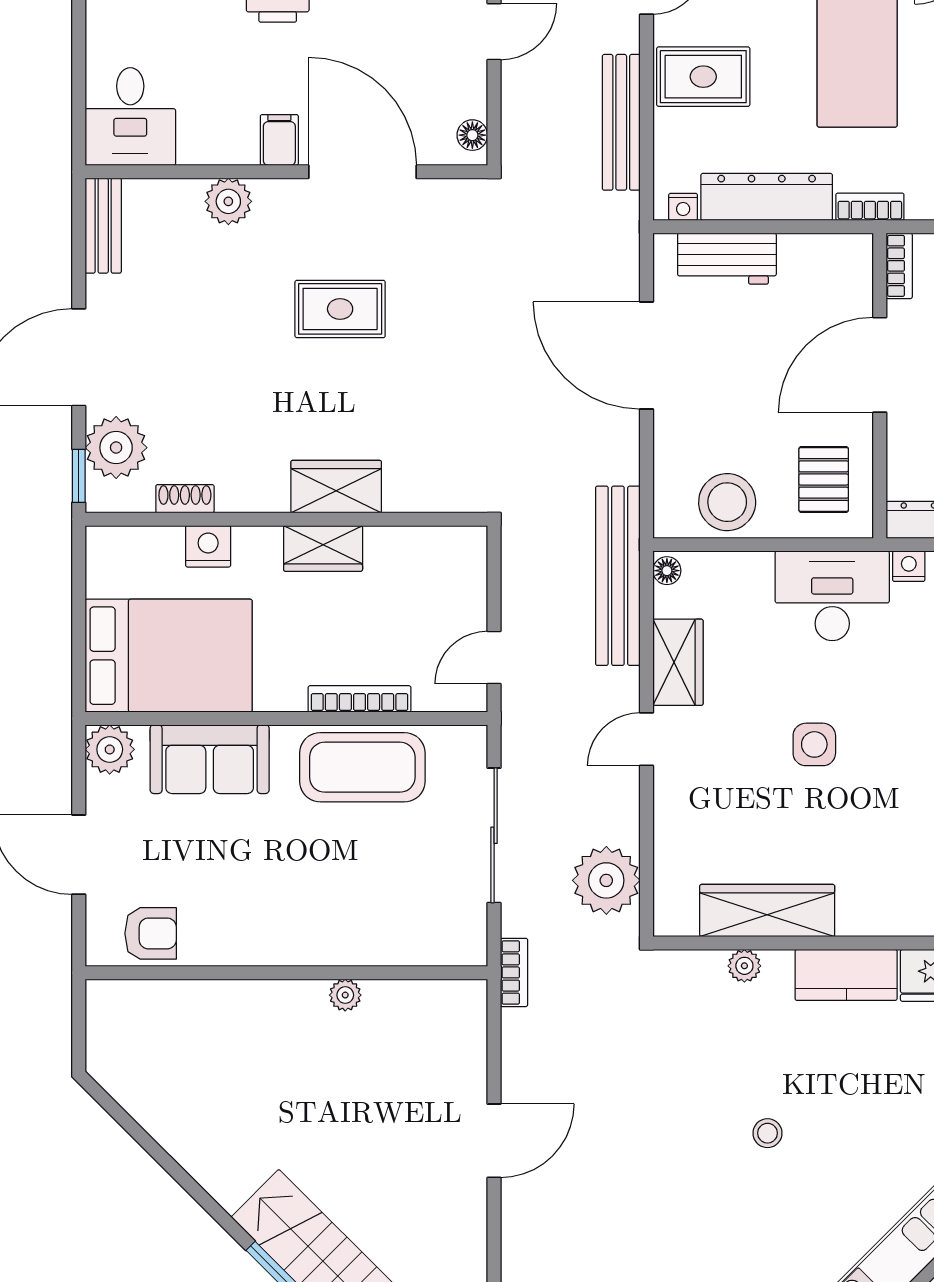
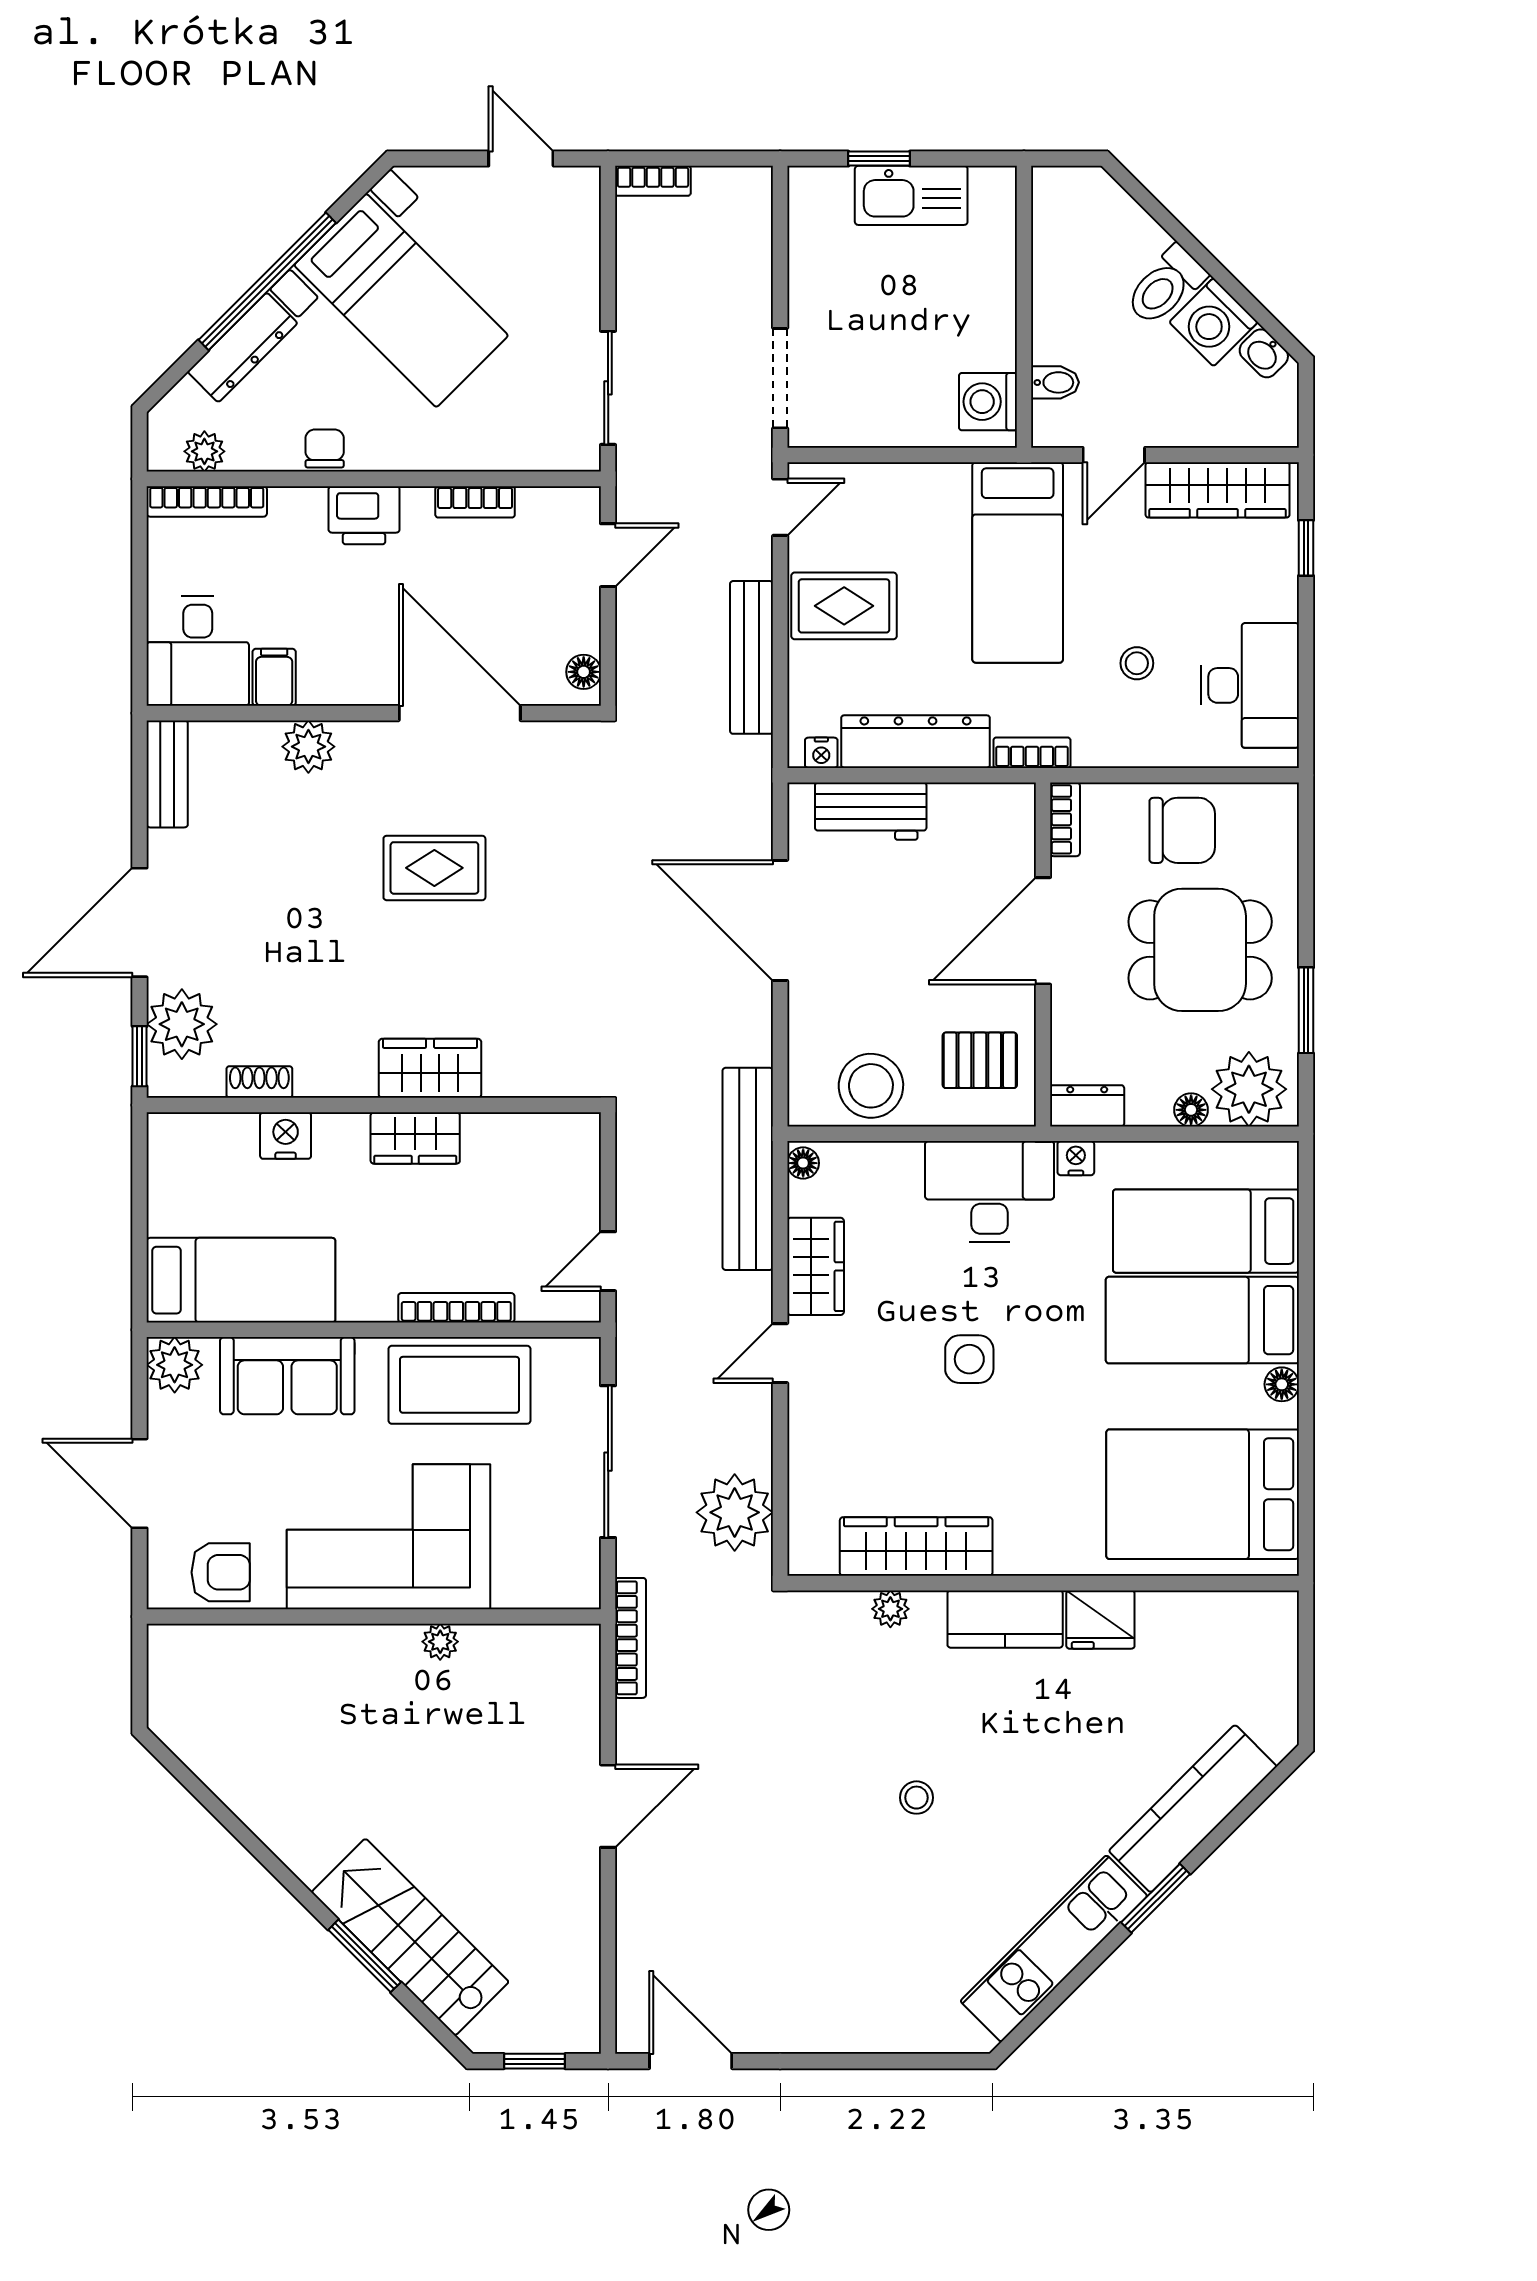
filing cabinet: (279, 140) -> (274, 677), moved
pallet: (824, 479) -> (980, 1060), turned 90
bed: (169, 656) -> (241, 1280), width x0.67
corner sofa: (299, 902) -> (388, 1537), added
bookcase: (514, 972) -> (631, 1638), width x1.56

